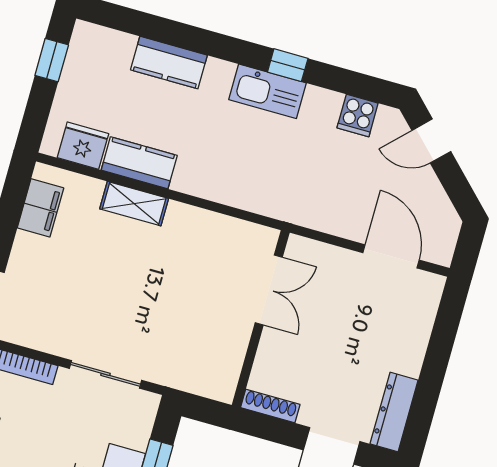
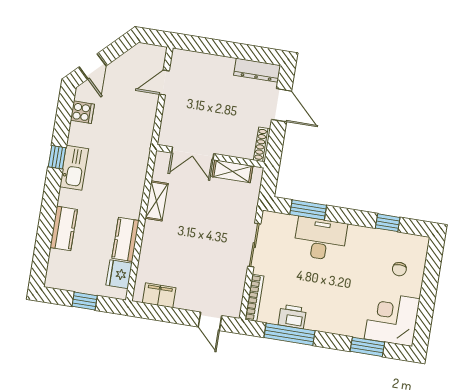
window: (52, 60) -> (85, 301), moved
shelving: (134, 204) -> (157, 201), moved
door: (391, 256) -> (164, 83), width x0.73
double door: (269, 290) -> (193, 153), swing flipped
shelving: (232, 352) -> (233, 171), added

